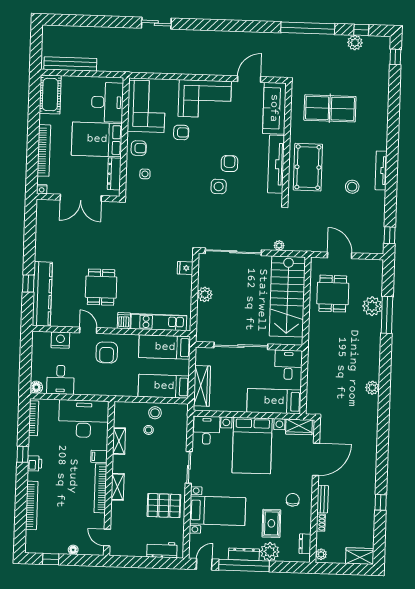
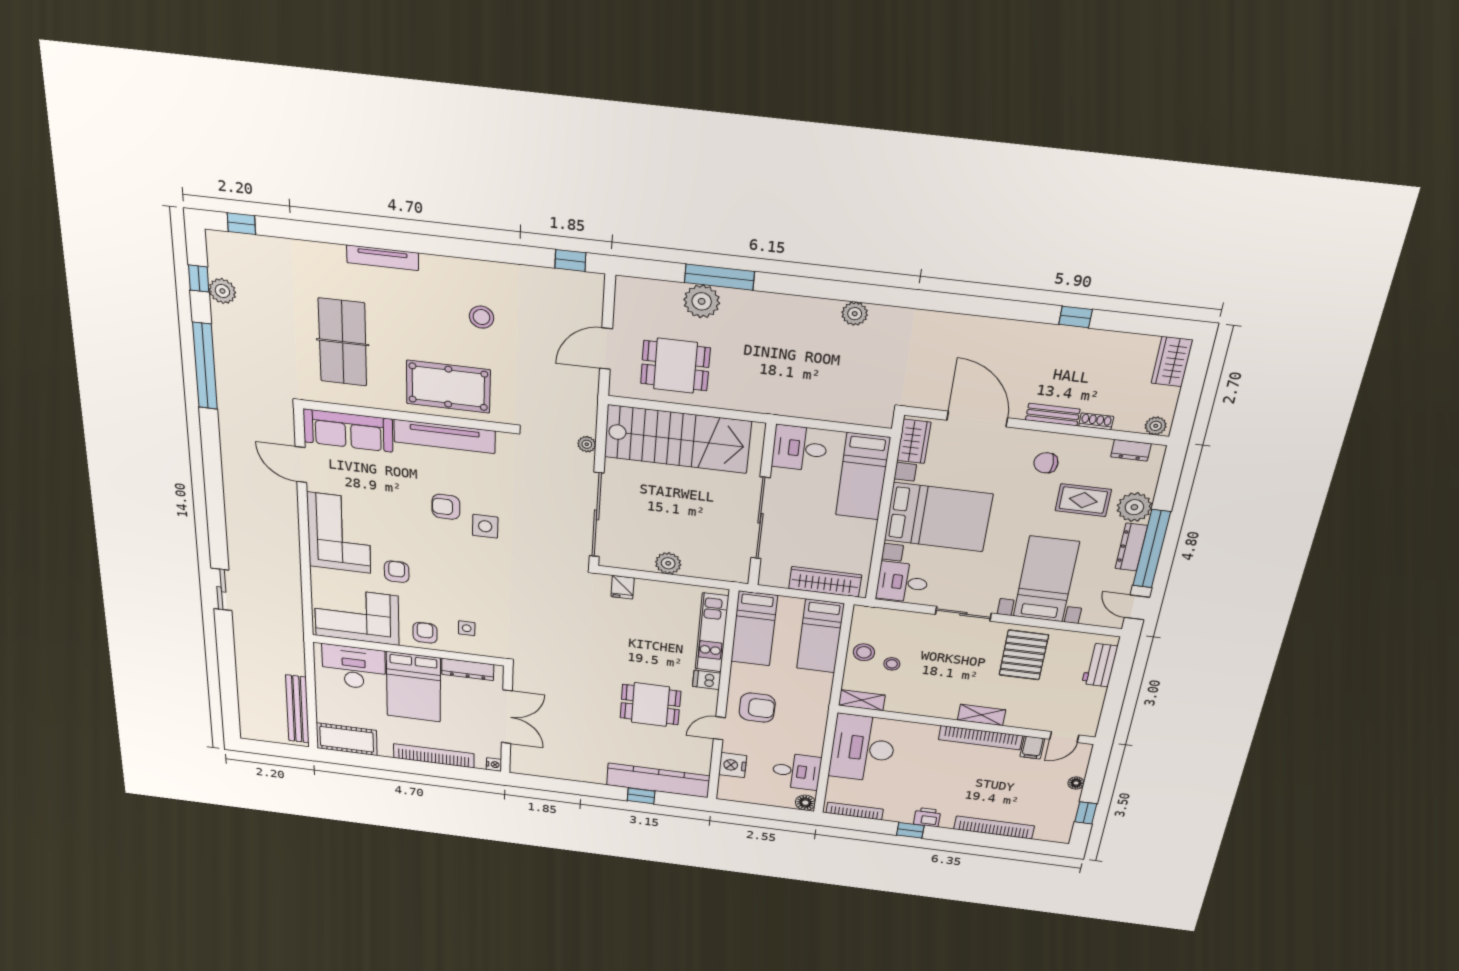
tv unit: (381, 170) -> (383, 258), moved
shelving: (119, 441) -> (862, 700), moved
filing cabinet: (99, 456) -> (1032, 747), moved

